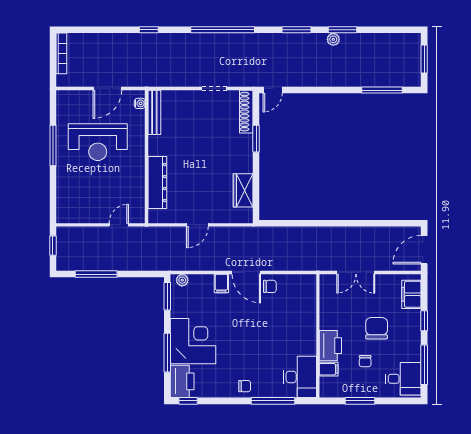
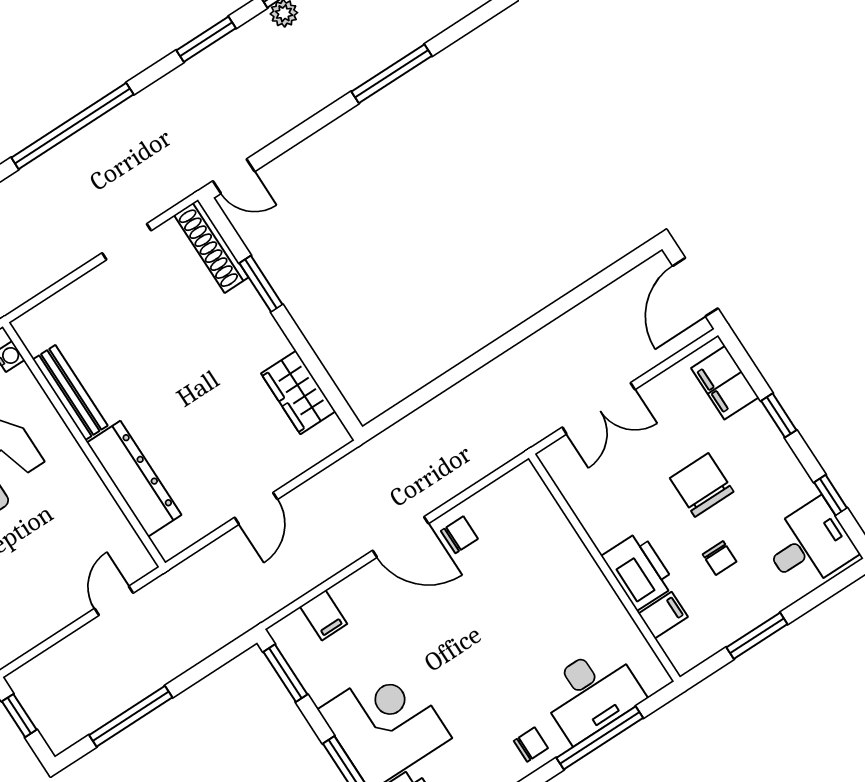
door: (273, 90) -> (234, 176), hinge flipped
window: (382, 90) -> (392, 74), moved
bench: (154, 112) -> (70, 393), moved
plant: (182, 280) -> (294, 626), removed
filing cabinet: (221, 283) -> (324, 615), moved
window: (424, 365) -> (831, 495), width x0.46
desk: (300, 377) -> (592, 693), moved, turned 90

